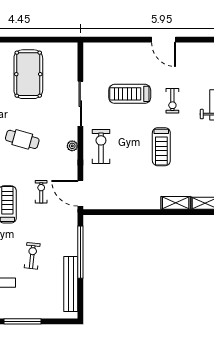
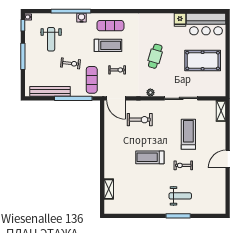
exercise bike: (101, 147) -> (140, 120), moved
door: (80, 193) -> (116, 98), swing flipped
shelving: (176, 203) -> (221, 111), moved
exercise mat: (55, 227) -> (92, 80), added

